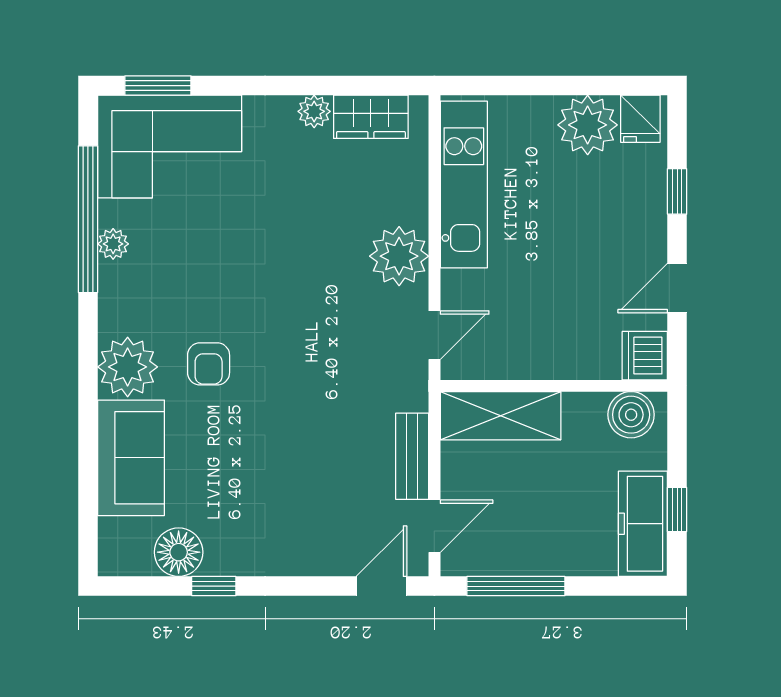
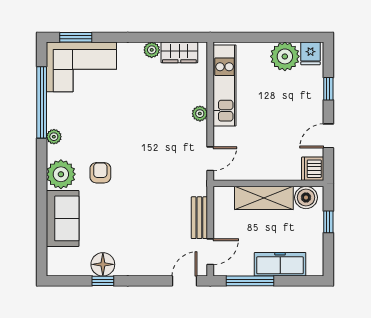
plant: (113, 244) -> (54, 137), moved
plant: (399, 256) -> (200, 114), width x0.53, depth x0.53
armchair: (209, 364) -> (100, 173), turned 180
shelving: (501, 416) -> (264, 198), moved
window: (677, 510) -> (328, 222), moved
freezer: (643, 524) -> (280, 264), moved, turned 90
floor lamp: (179, 552) -> (103, 264), moved

